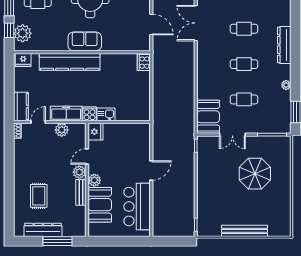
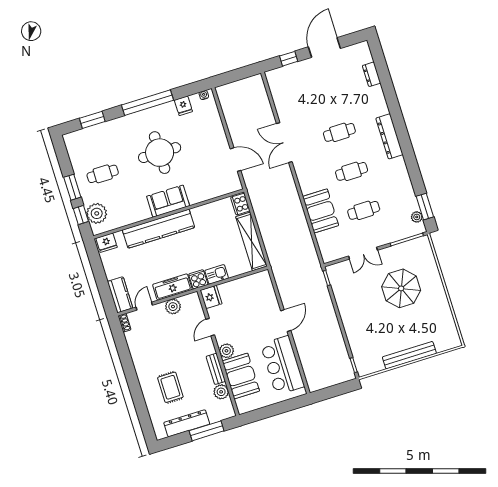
plant: (286, 85) -> (417, 217), moved
shelving: (143, 96) -> (252, 241), added
booth: (208, 117) -> (321, 211), moved
plant: (79, 172) -> (221, 392), moved

